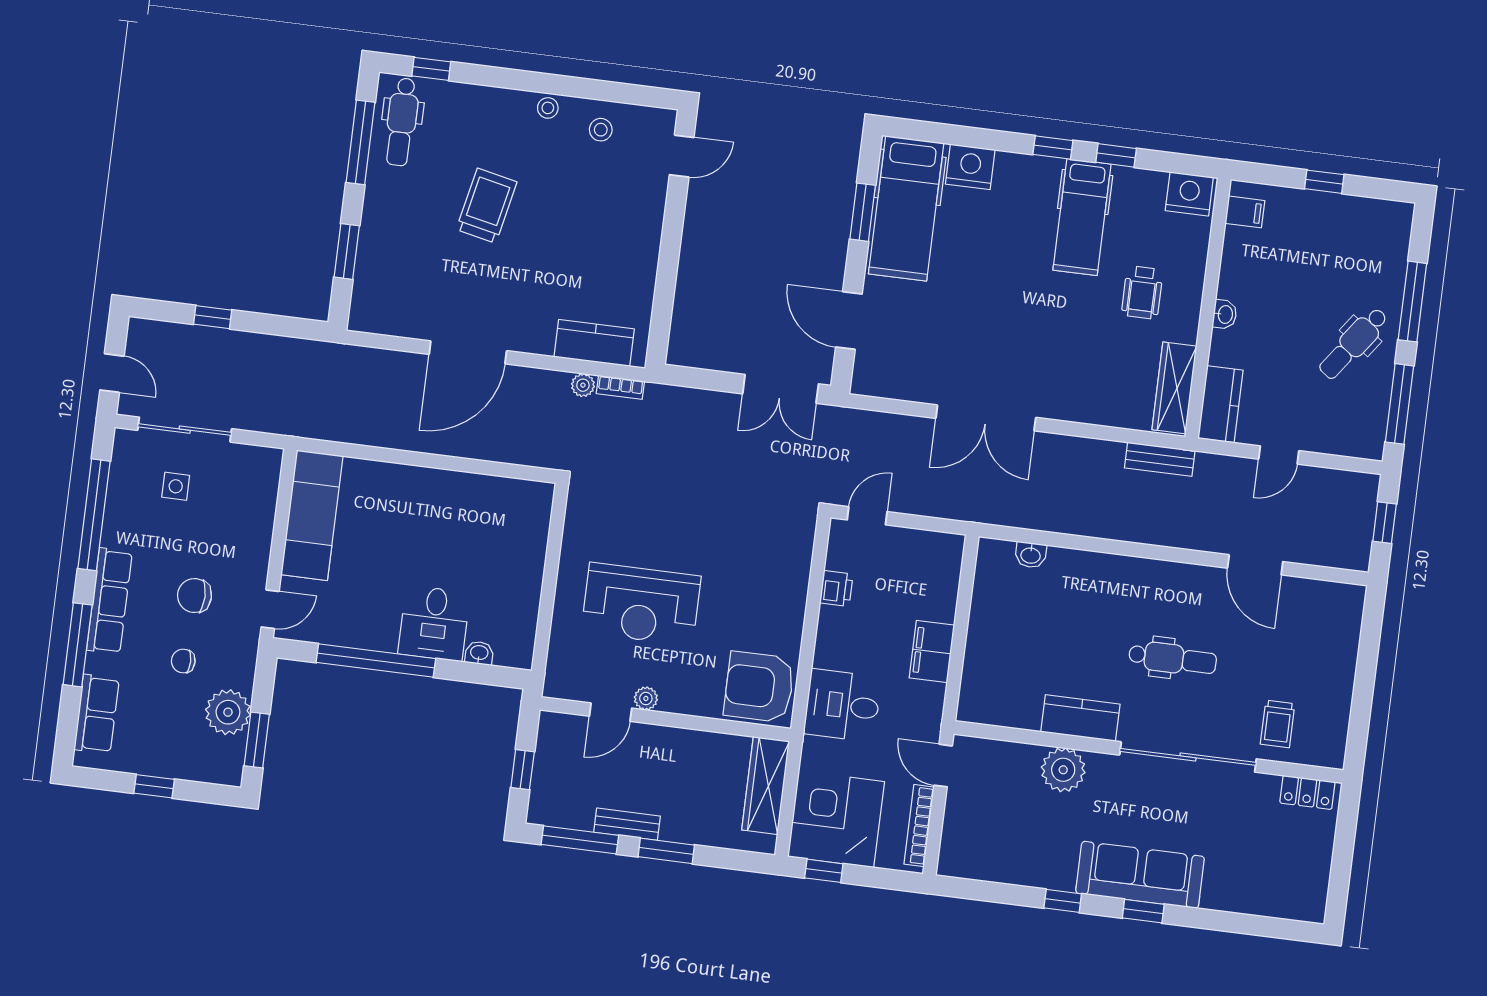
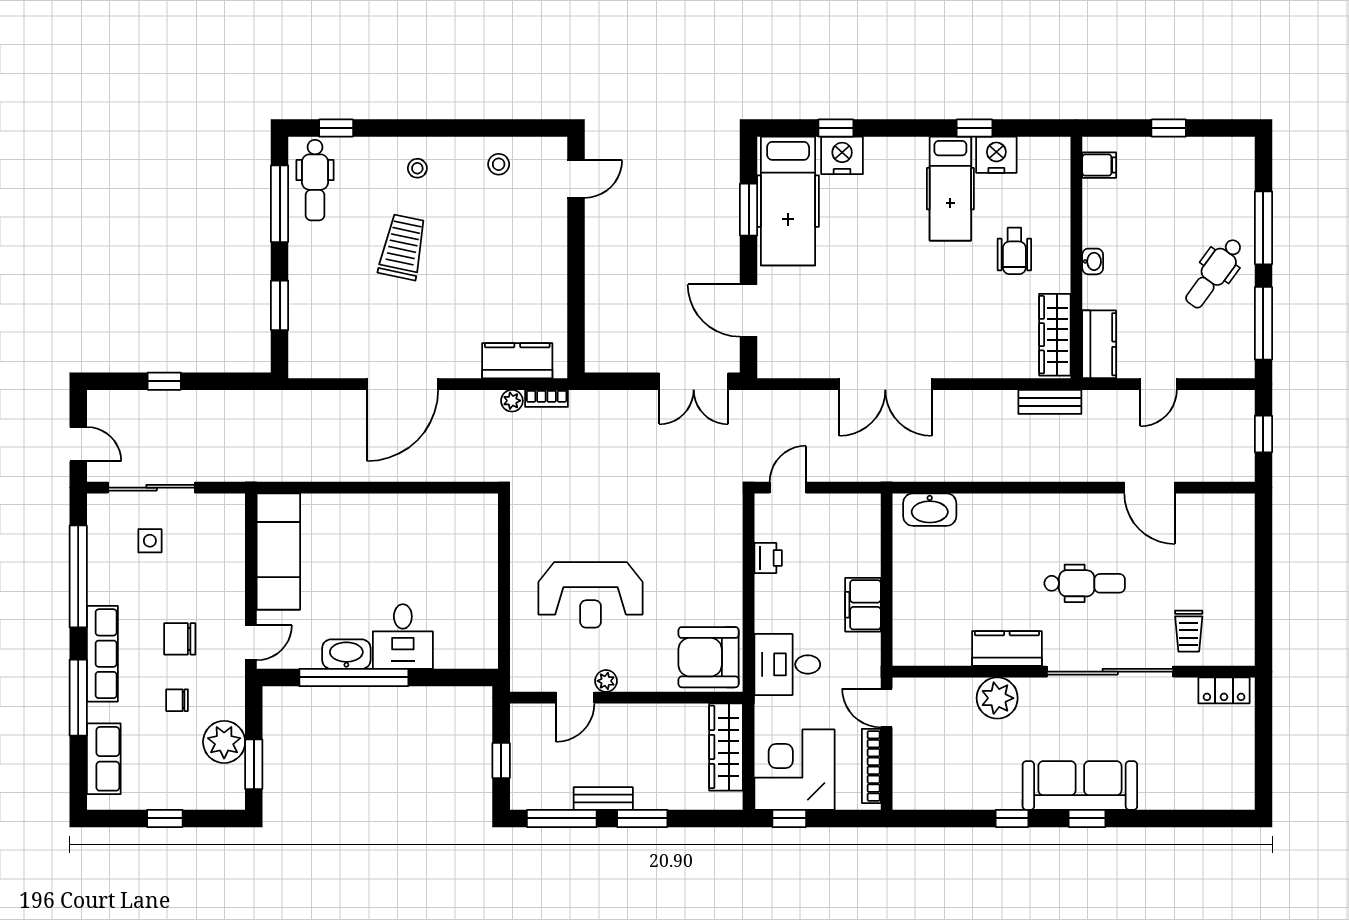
stool: (548, 108) -> (417, 168), moved
window: (1053, 147) -> (836, 128), moved
nightstand: (1189, 194) -> (996, 155), moved
washbasin: (1031, 555) -> (930, 510), width x1.91, depth x1.45
washbasin: (479, 653) -> (346, 654), moved, width x1.91, depth x1.45

